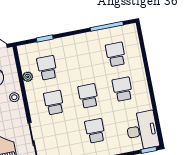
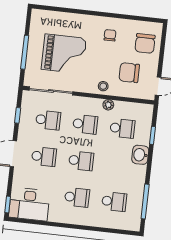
washbasin: (66, 44) -> (140, 155), added
plant: (28, 77) -> (108, 105), moved
school desk: (61, 137) -> (48, 120), added

